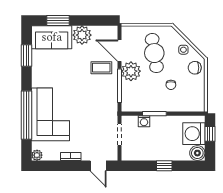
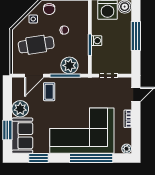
plant: (131, 71) -> (69, 65), moved
corner sofa: (50, 114) -> (82, 131), width x1.36, depth x1.36
washing machine: (144, 121) -> (97, 41), moved
window: (164, 166) -> (136, 36), width x2.17

